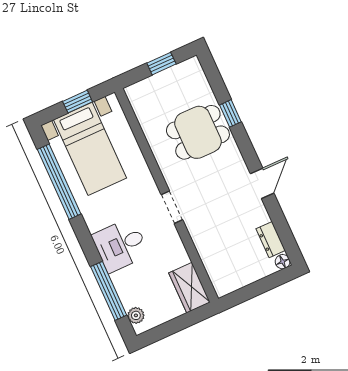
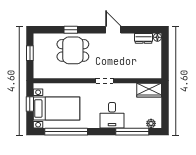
dining table: (198, 132) -> (73, 50), turned 90

